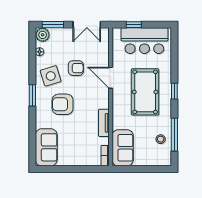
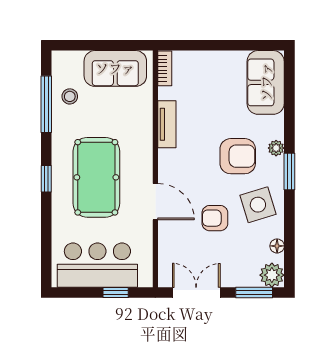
plant: (40, 109) -> (276, 148), added
sofa: (123, 148) -> (115, 68), moved, turned -90

